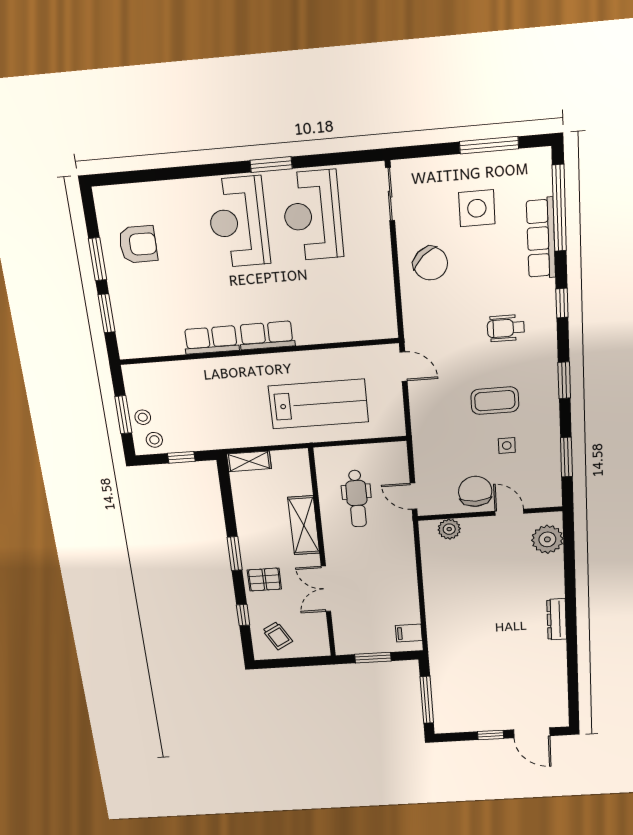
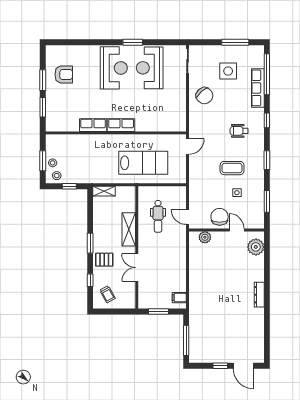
reception desk: (238, 222) -> (114, 68), turned 180
door: (403, 367) -> (188, 147), hinge flipped

